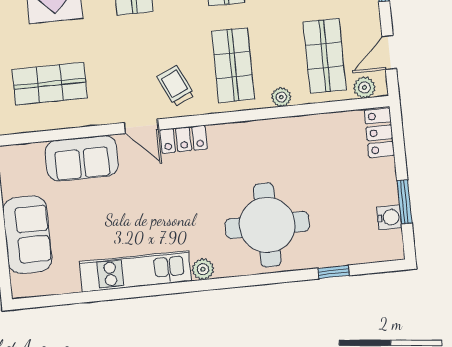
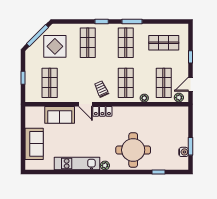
shop shelf: (50, 84) -> (50, 83), turned 90
locker: (379, 133) -> (183, 117), removed

